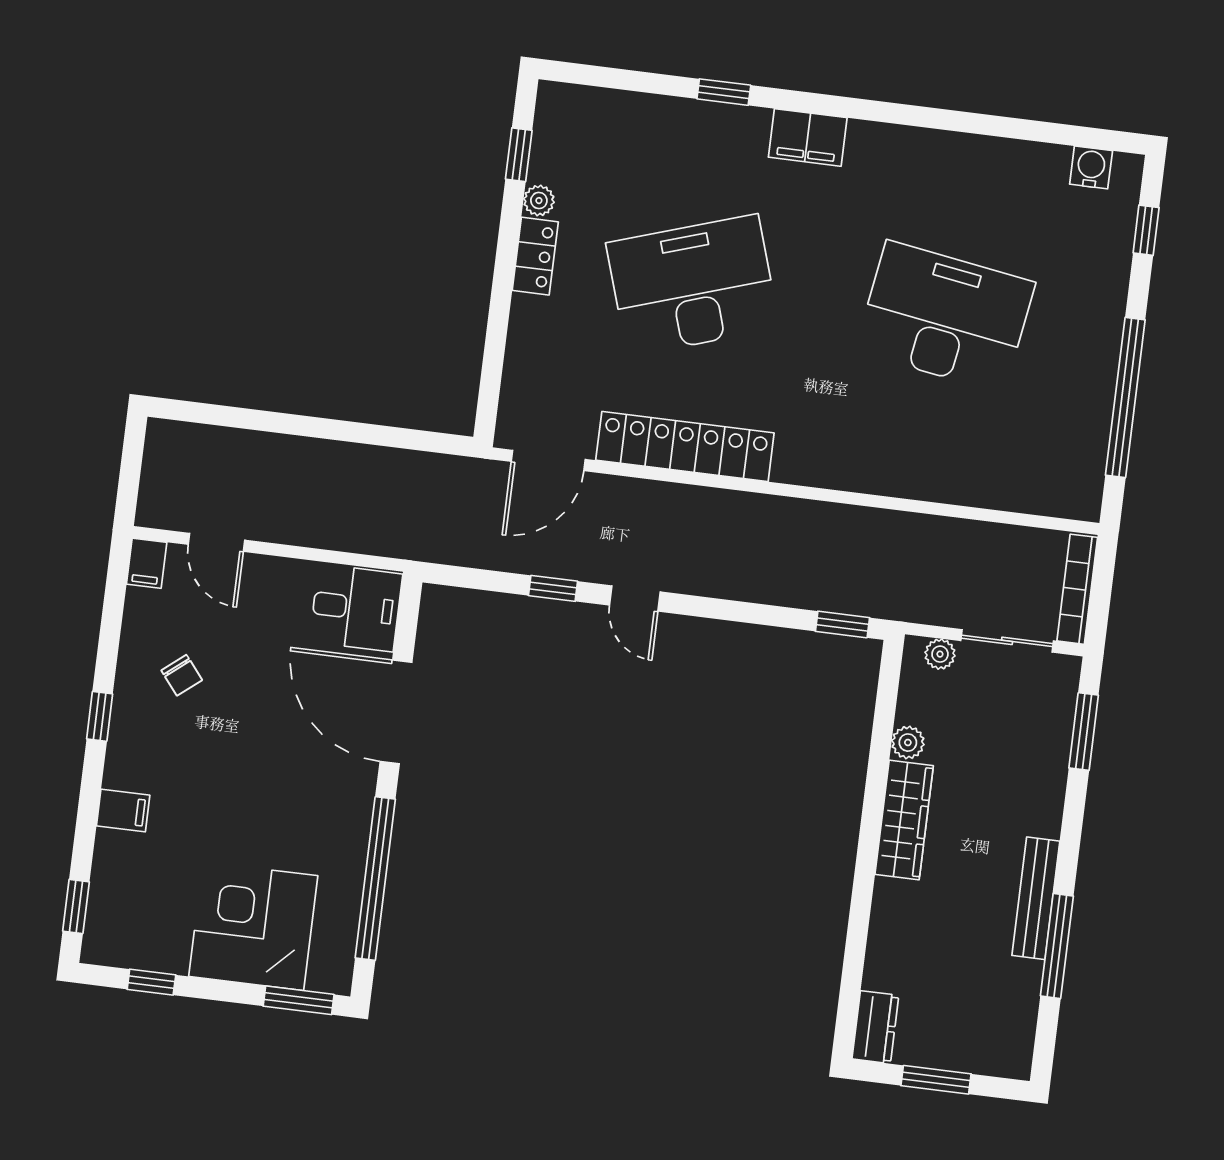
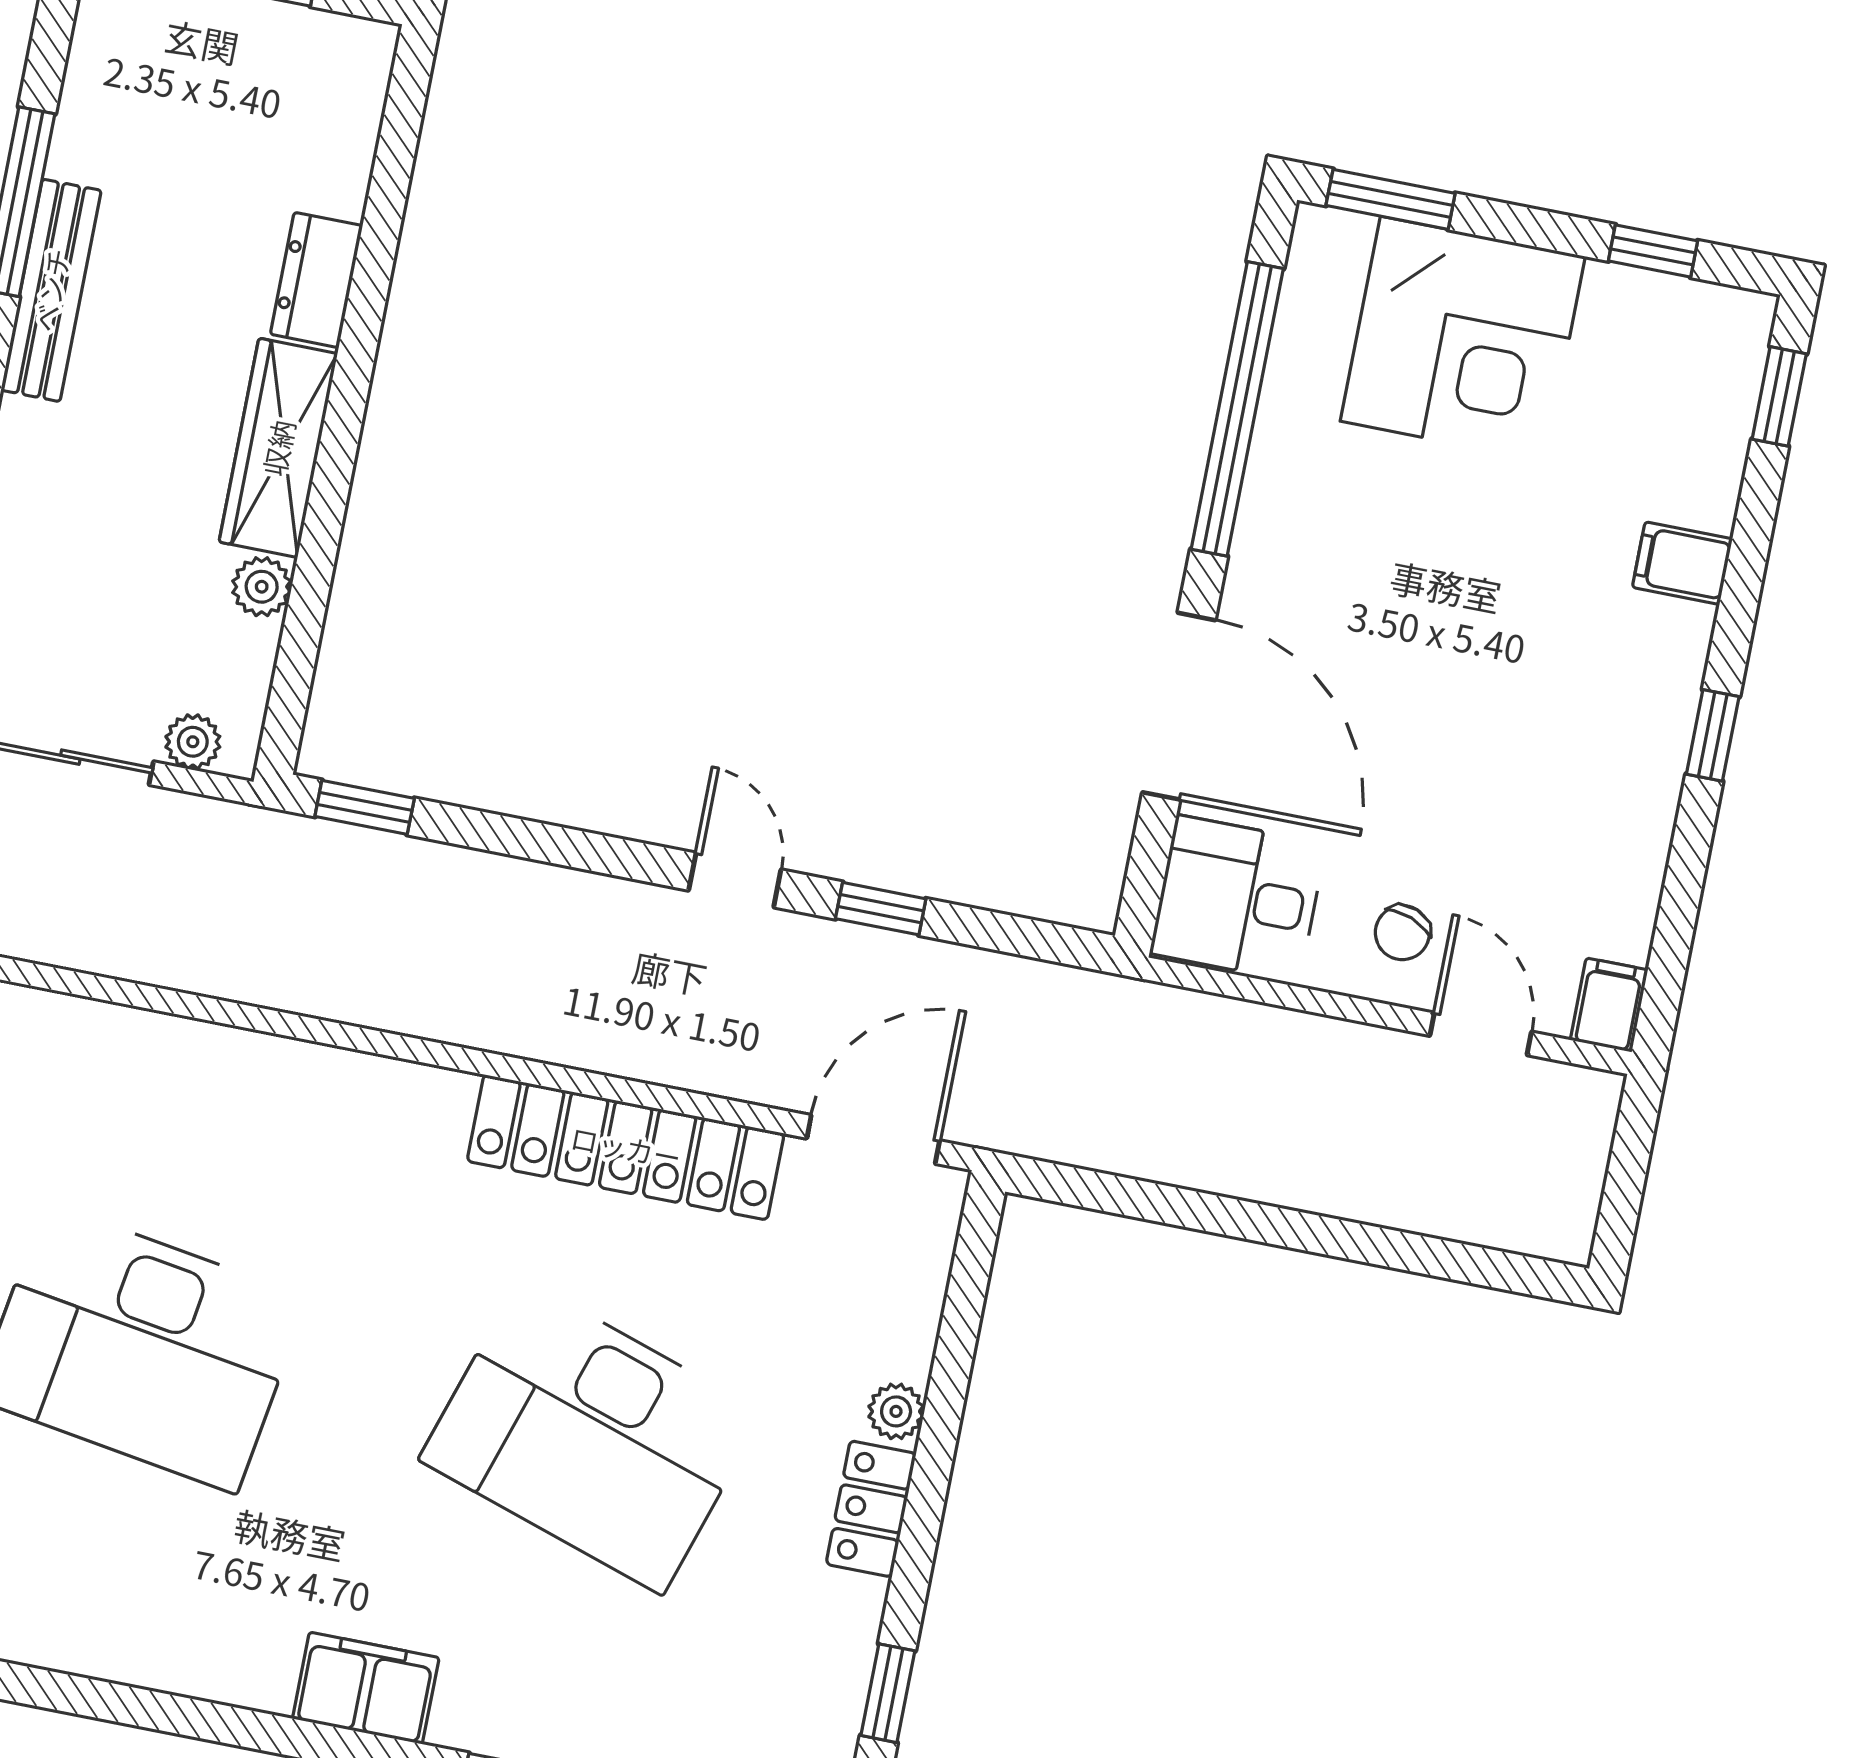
plant: (539, 201) -> (896, 1411), moved
desk: (693, 285) -> (591, 1436), turned 36
chair: (182, 675) -> (1402, 933), moved, turned -120
dresser: (875, 1027) -> (316, 280), moved

